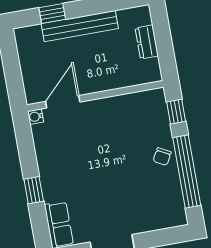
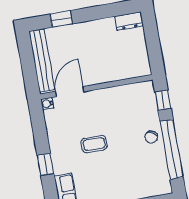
bench: (80, 26) -> (42, 60), moved, turned 90
dresser: (147, 42) -> (129, 21), moved, turned -90
coffee table: (93, 165) -> (94, 144), added

